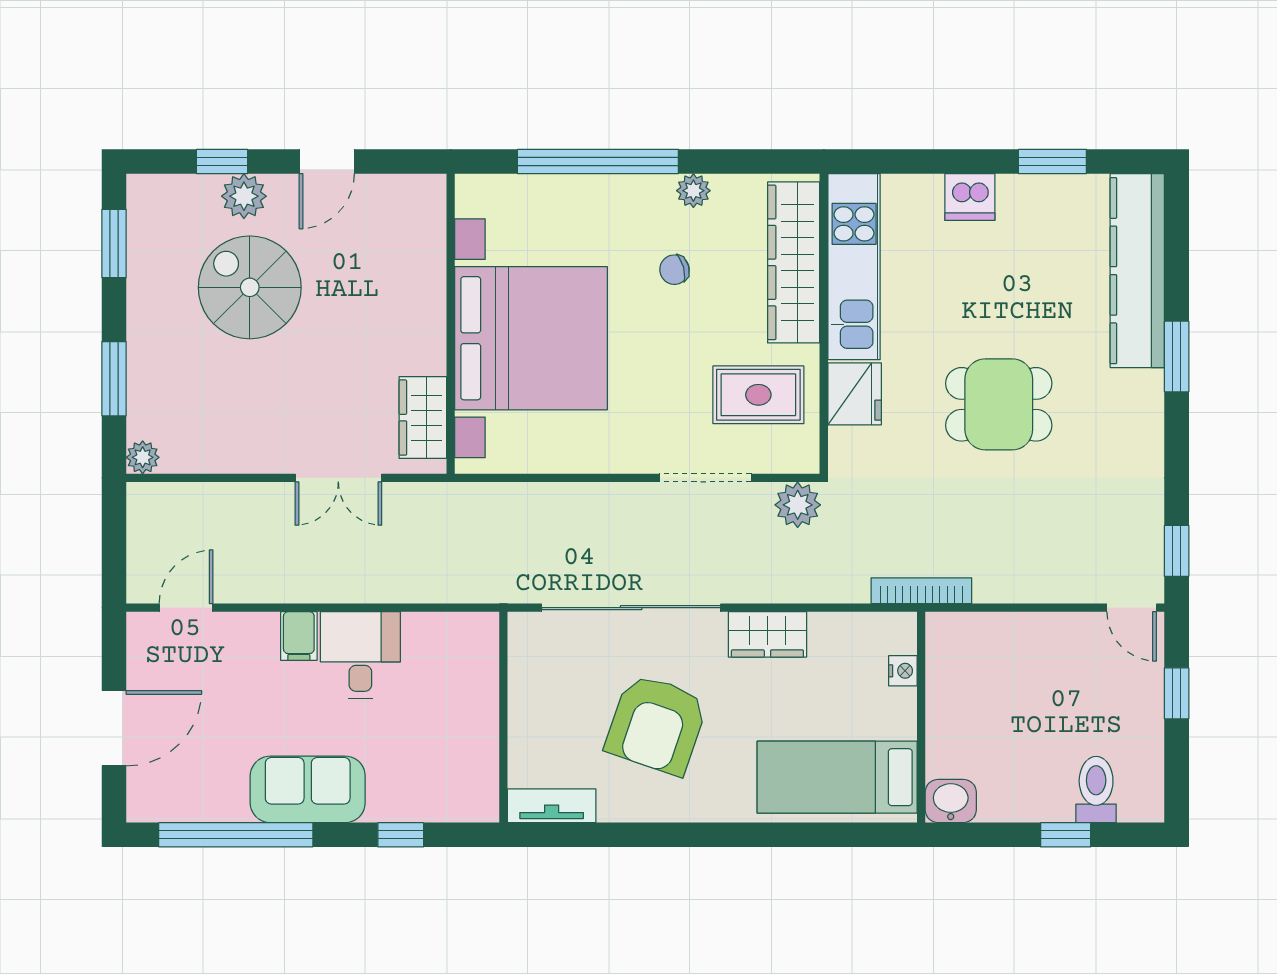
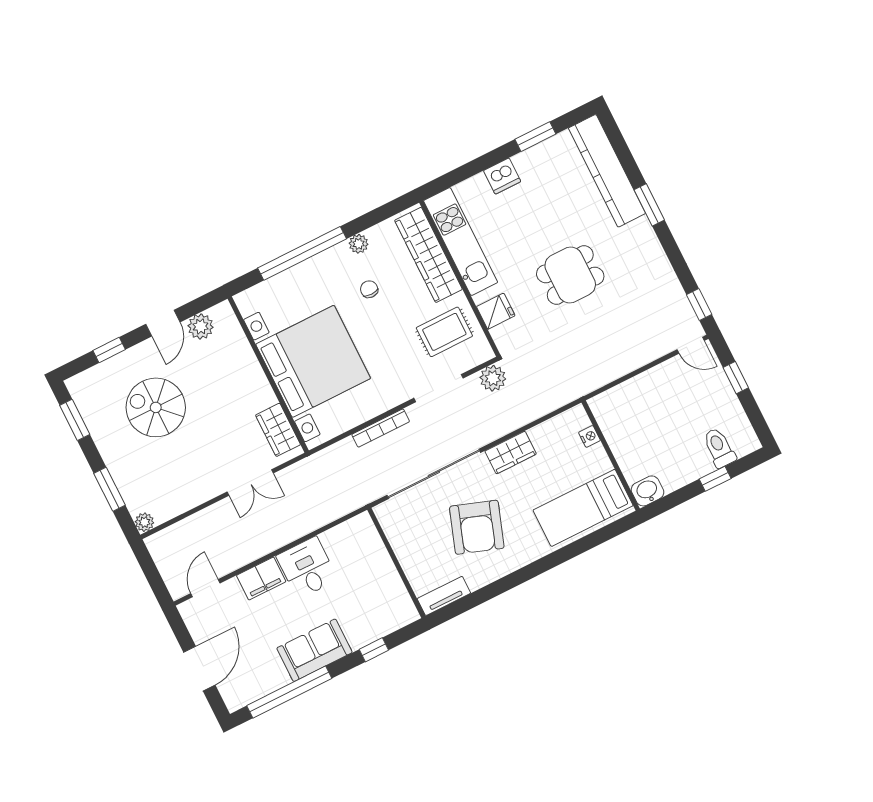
plant: (244, 196) -> (201, 326), moved
chair: (674, 270) -> (369, 289), turned 105
fridge: (855, 394) -> (496, 311), width x0.72
bookcase: (921, 591) -> (381, 428), moved, turned 180
filing cabinet: (299, 636) -> (261, 579), width x2.00

